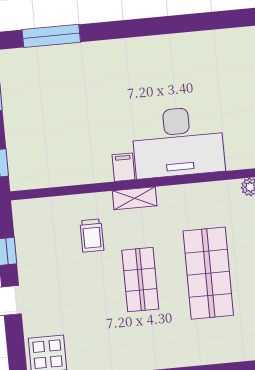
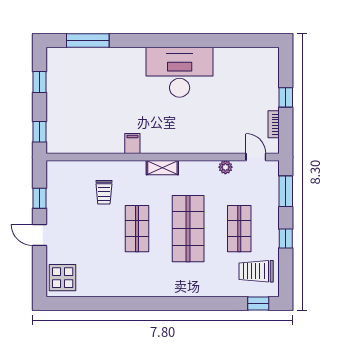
desk: (178, 142) -> (180, 72), moved, turned 180
shelving: (135, 198) -> (162, 168), moved

